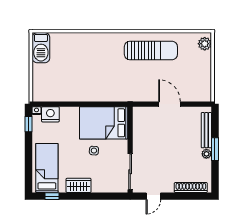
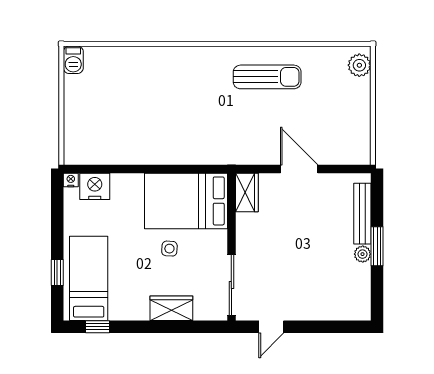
barbecue: (41, 48) -> (73, 60), width x0.53, depth x0.65
sun lounger: (151, 51) -> (267, 77), width x0.73, depth x0.75
wardrobe: (139, 118) -> (247, 192), added
window: (29, 124) -> (57, 272), moved
wardrobe: (79, 185) -> (171, 308), moved
shoe rack: (191, 188) -> (336, 312), removed

